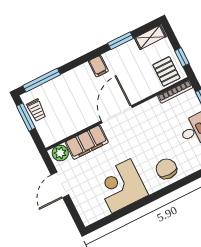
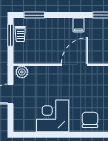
window: (42, 80) -> (34, 15), width x0.69
filing cabinet: (87, 142) -> (44, 74), removed

